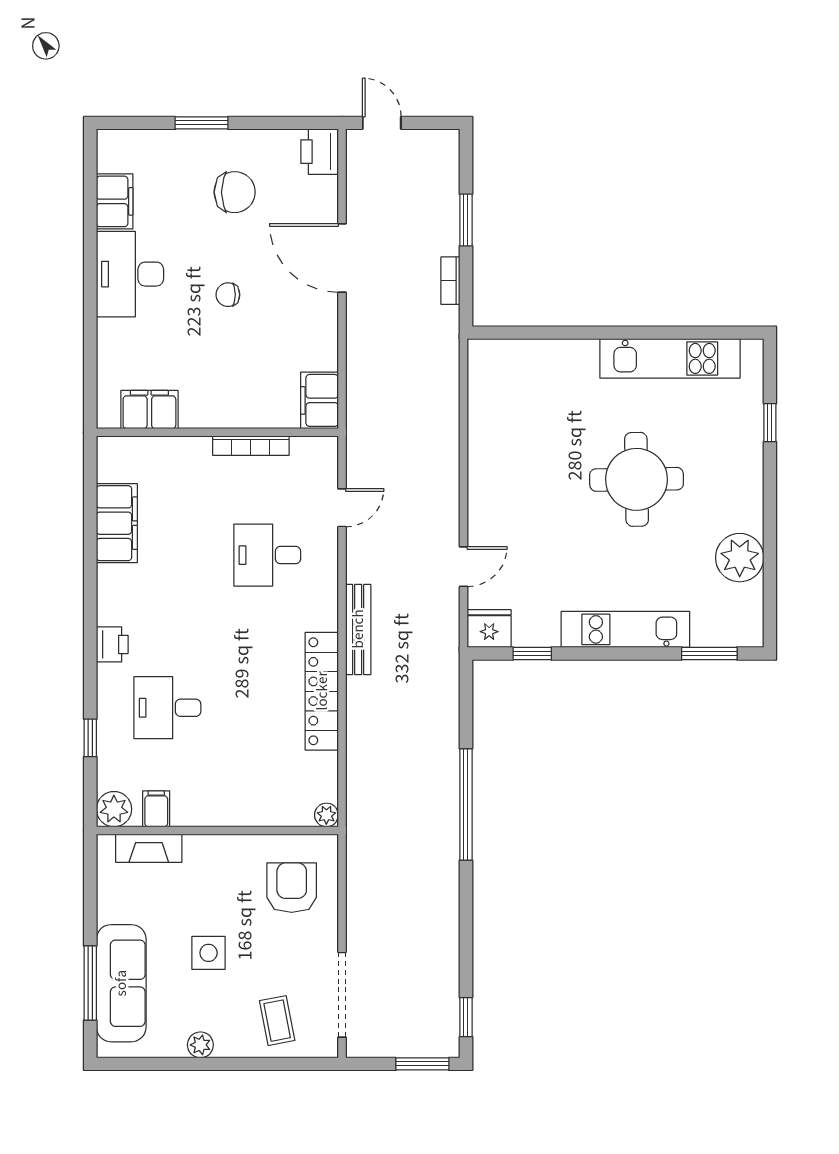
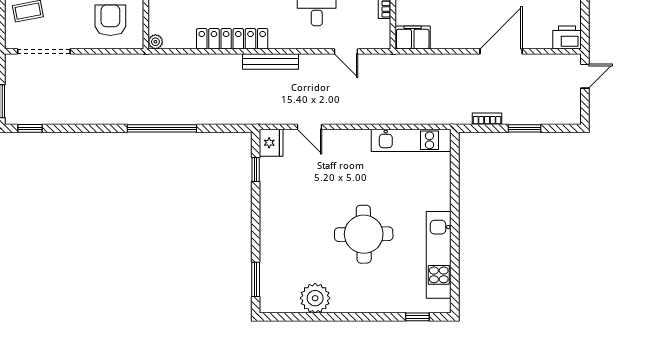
window: (770, 423) -> (417, 317), moved
kitchen unit: (625, 629) -> (411, 140), moved, turned 90
armchair: (292, 888) -> (110, 20), turned -90

